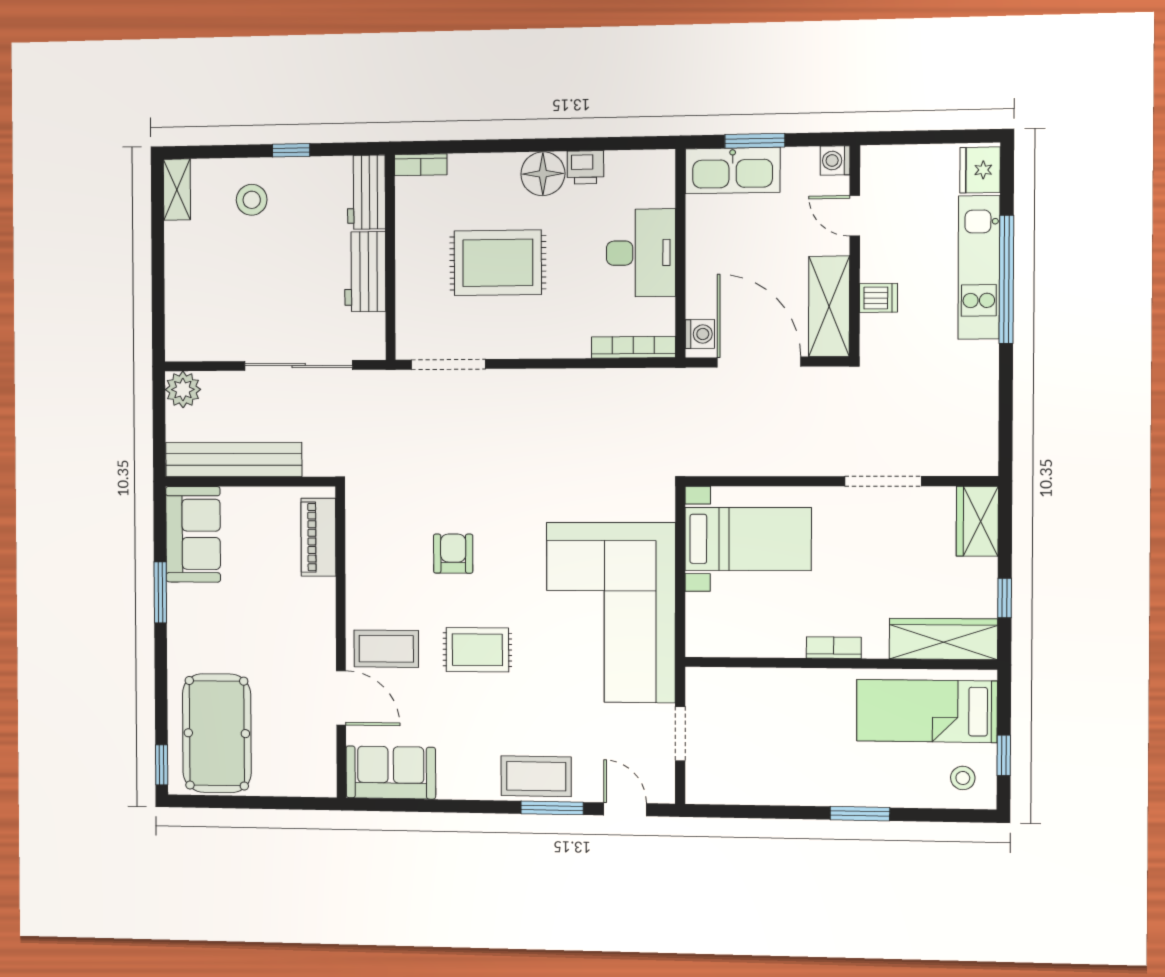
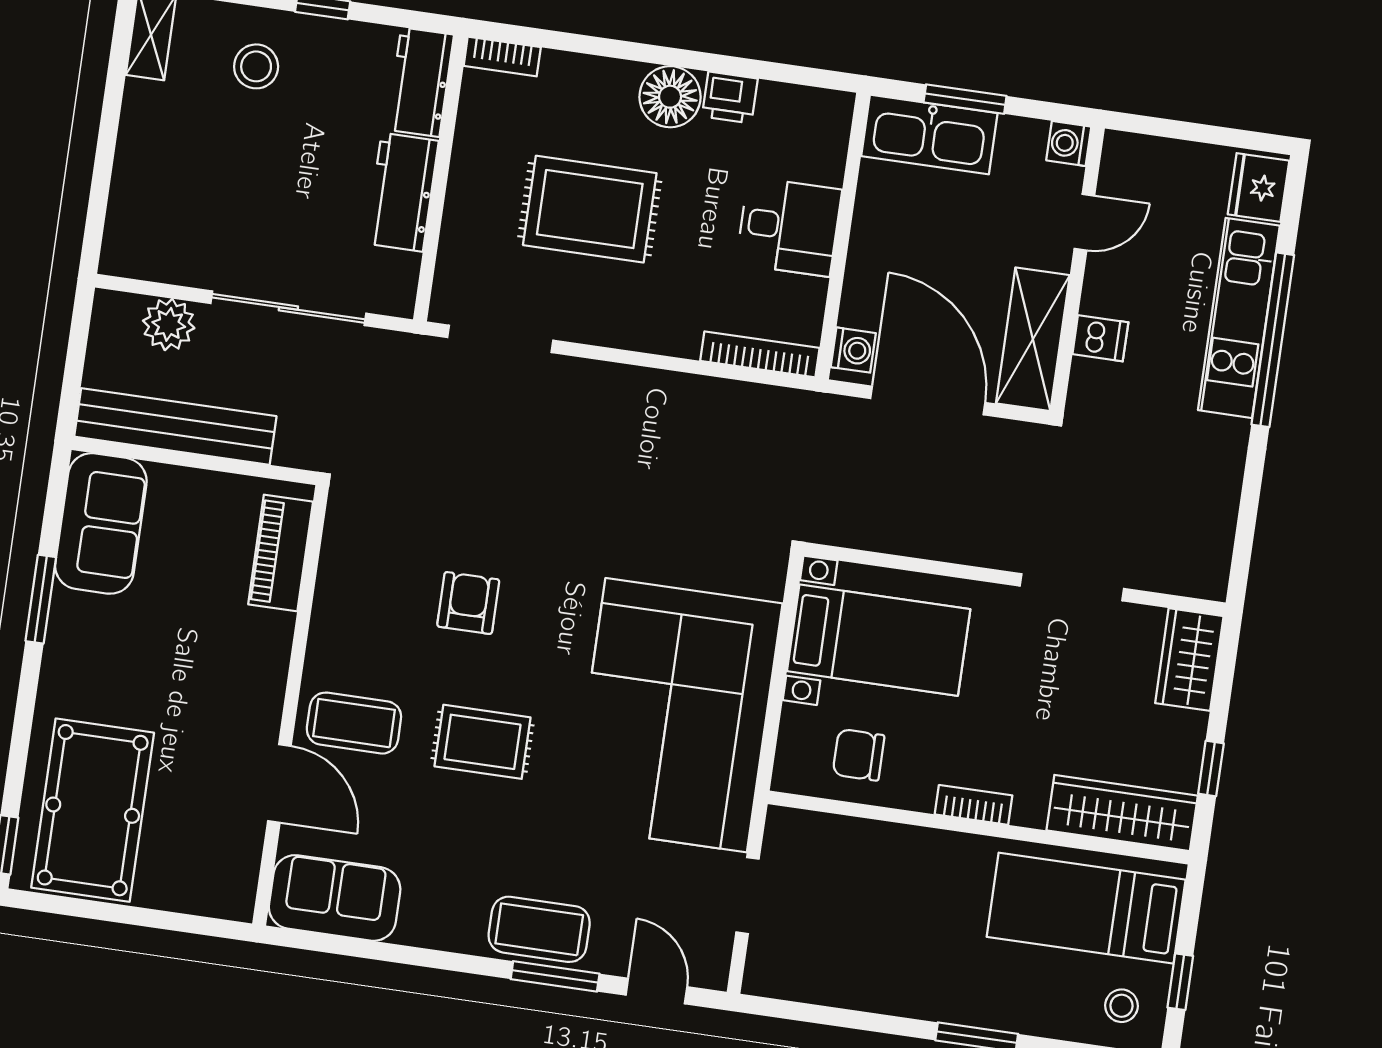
door: (855, 216) -> (1084, 222), swing flipped
desk: (641, 253) -> (789, 227), width x0.73
plant: (183, 390) -> (169, 324), moved
chair: (745, 623) -> (859, 755), added

